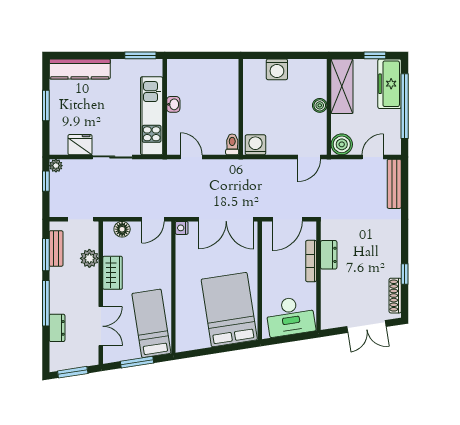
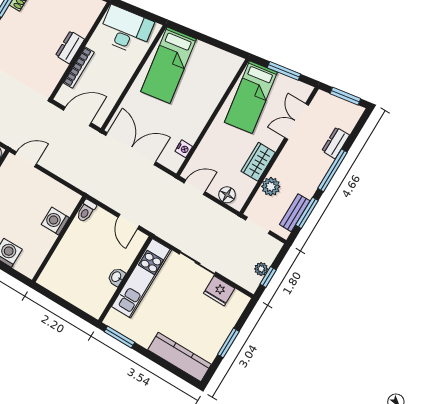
washing machine: (255, 145) -> (55, 221), moved, turned 90
plant: (56, 166) -> (261, 269), moved
nightstand: (182, 228) -> (184, 149), moved
dresser: (329, 255) -> (70, 47), moved
bed: (229, 310) -> (168, 65), width x0.67

